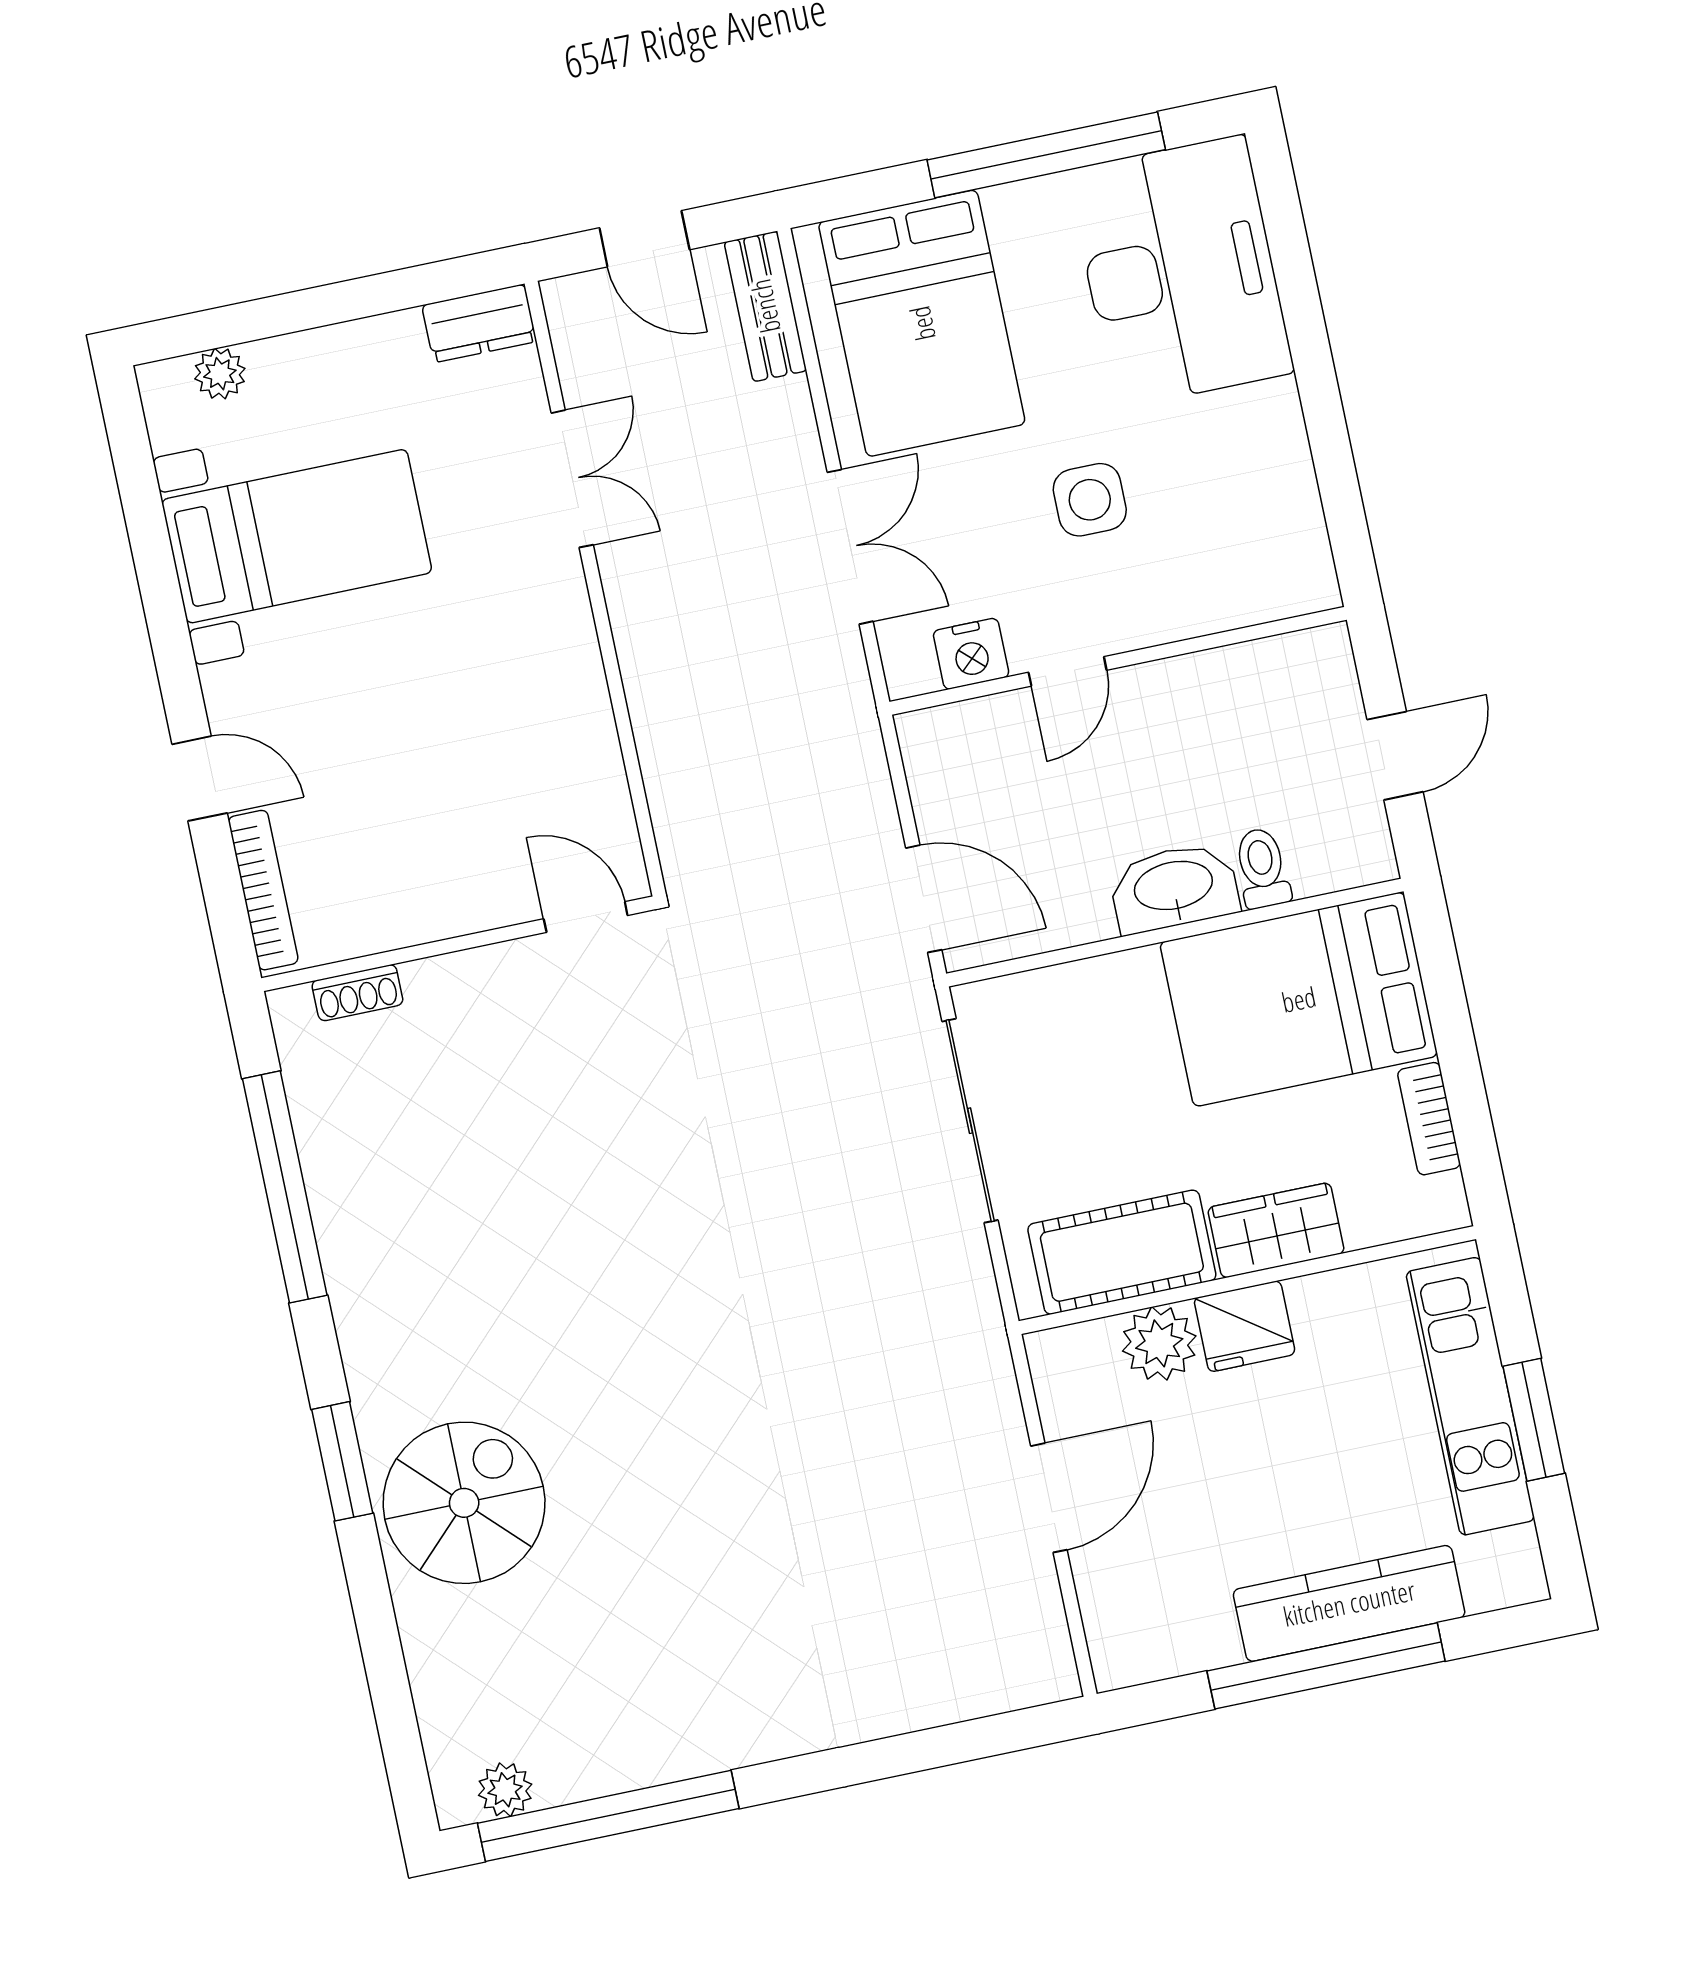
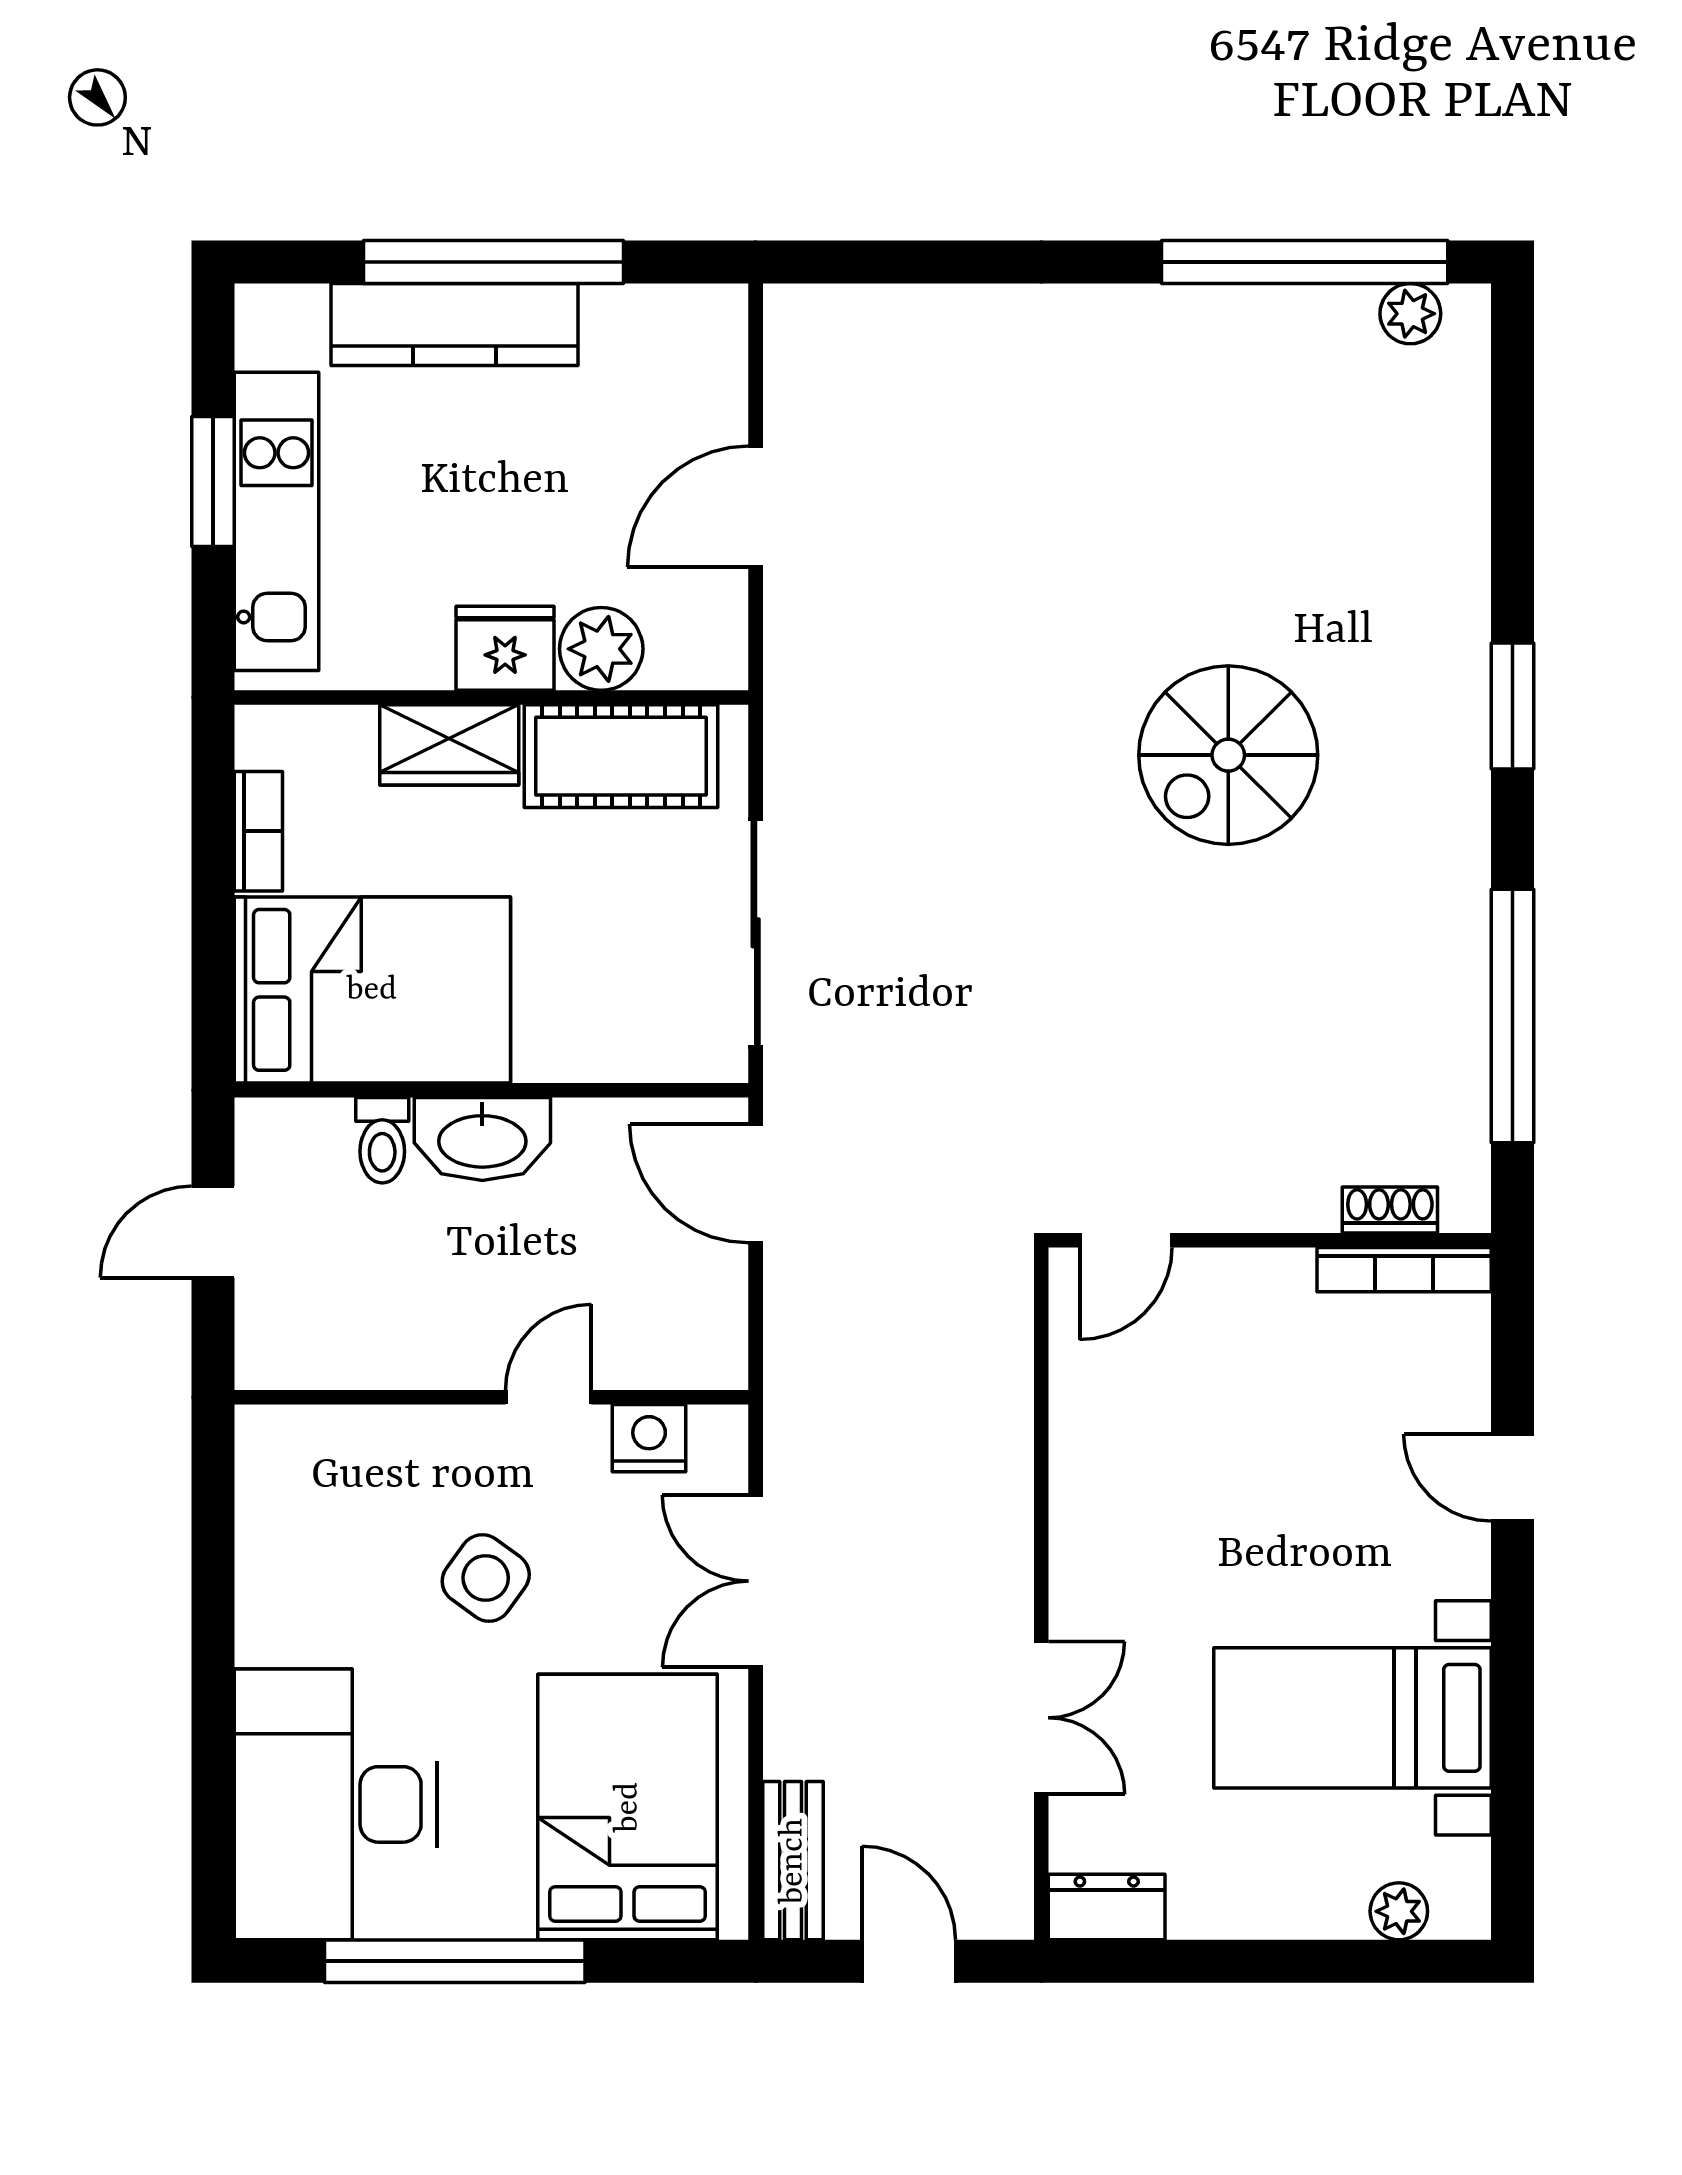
double door: (572, 479) -> (1041, 1718), swing flipped
side table: (1090, 500) -> (486, 1578), turned 36
bookcase: (263, 890) -> (1404, 1270), moved, turned -90
door: (586, 917) -> (1126, 1240), hinge flipped
spiral stairs: (464, 1503) -> (1228, 755), moved

